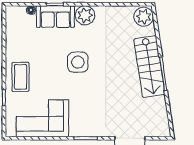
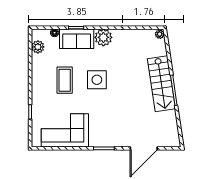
plant: (144, 17) -> (160, 34), width x0.53, depth x0.53
plant: (12, 26) -> (38, 47), added
coffee table: (20, 77) -> (65, 80), moved

